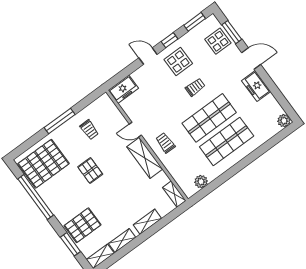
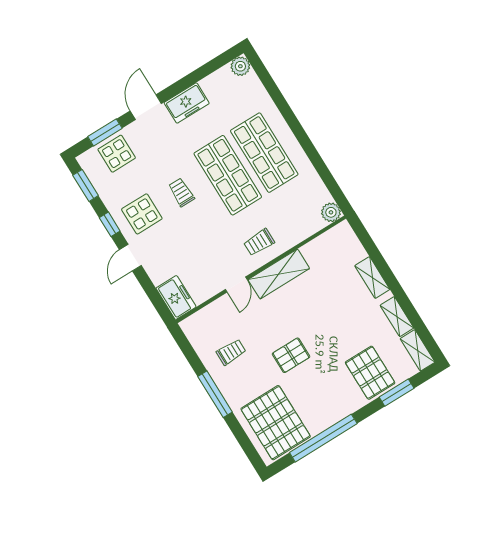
plant: (201, 182) -> (331, 212), moved
shelving: (174, 194) -> (335, 235), removed

